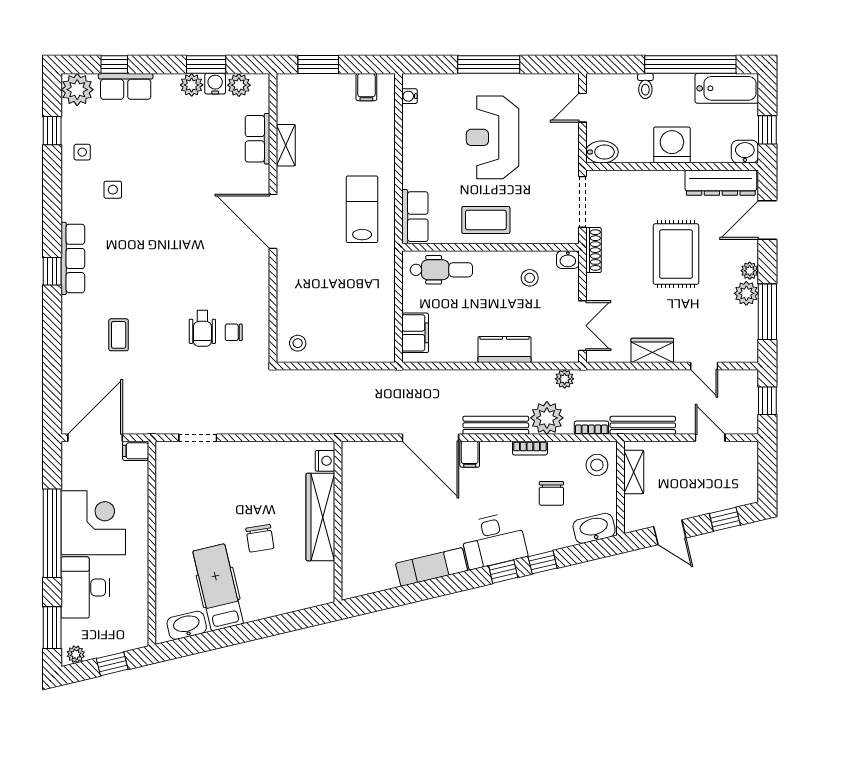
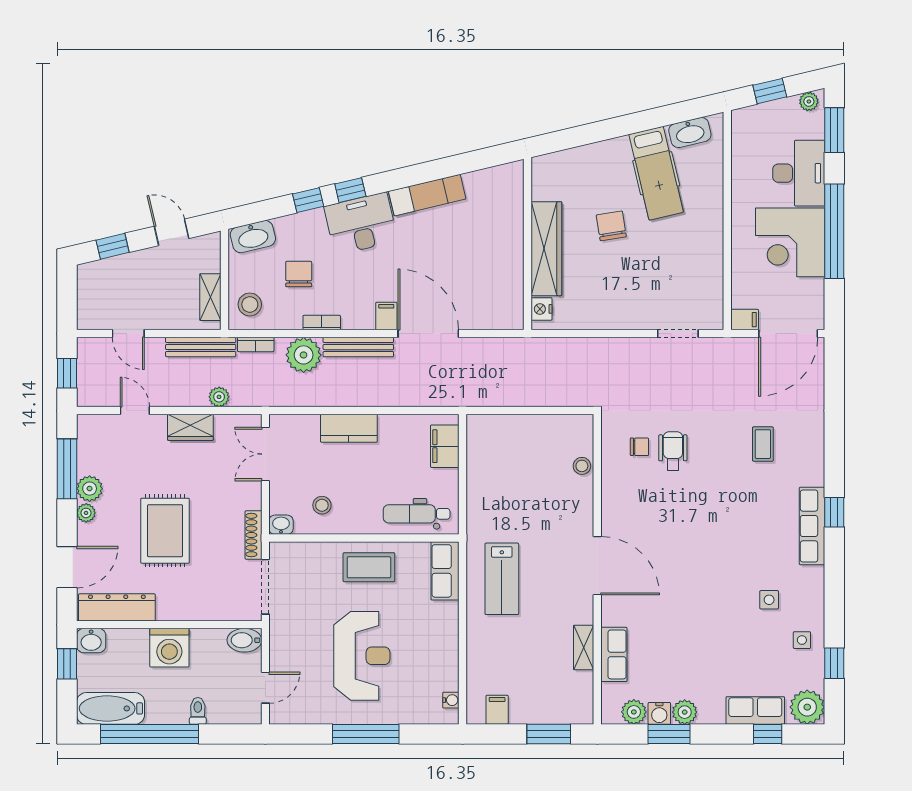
stool: (298, 343) -> (582, 466), moved
plant: (565, 379) -> (219, 397), moved

